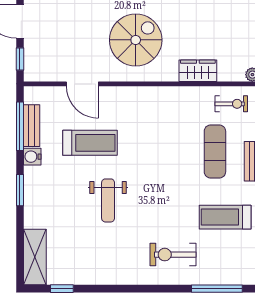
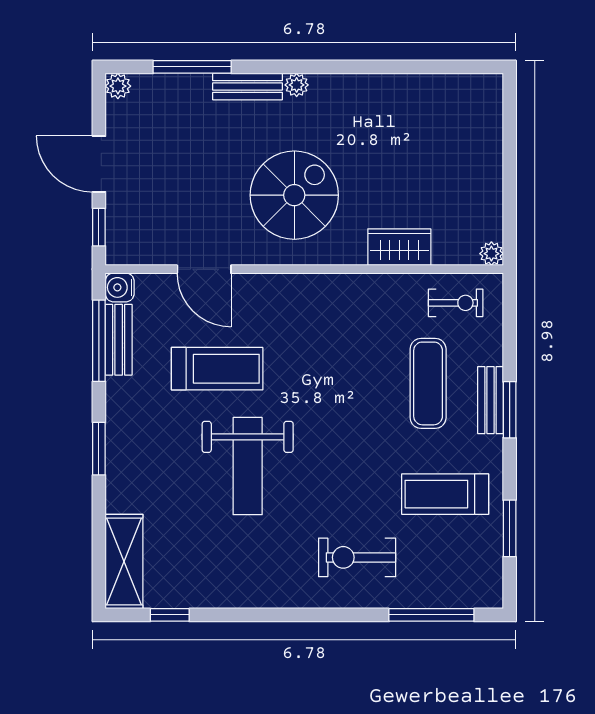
water cooler: (32, 157) -> (120, 287), moved
weight bench: (108, 200) -> (248, 466), width x1.36, depth x1.33

